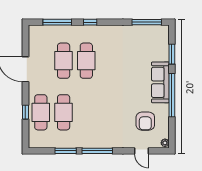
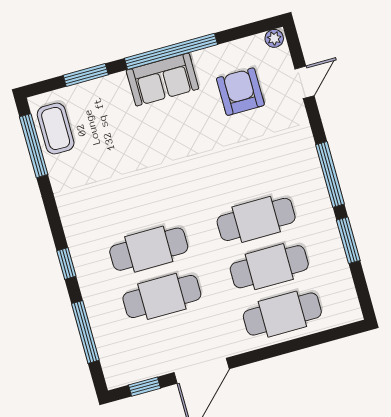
coffee table: (152, 34) -> (56, 128), added
sofa: (160, 82) -> (162, 80), width x0.73
window: (25, 112) -> (145, 387), moved
cafe table: (86, 112) -> (256, 219), added
armchair: (145, 121) -> (240, 92), turned -90

